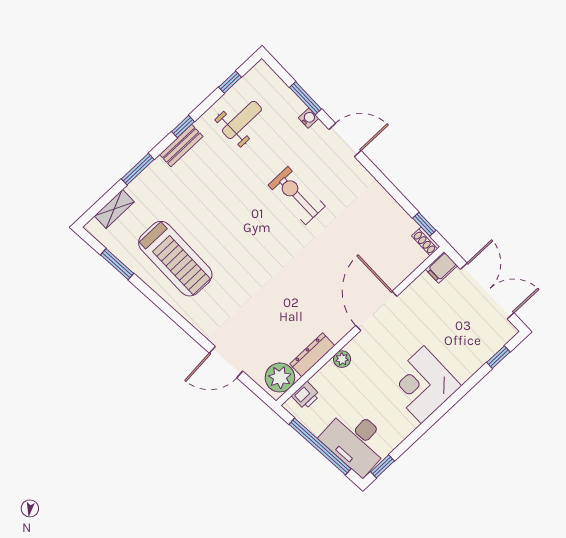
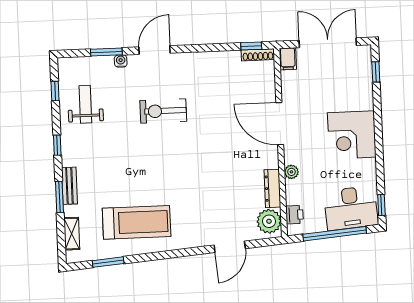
bench: (181, 145) -> (69, 186), moved
shoe rack: (426, 241) -> (258, 55), width x1.43

